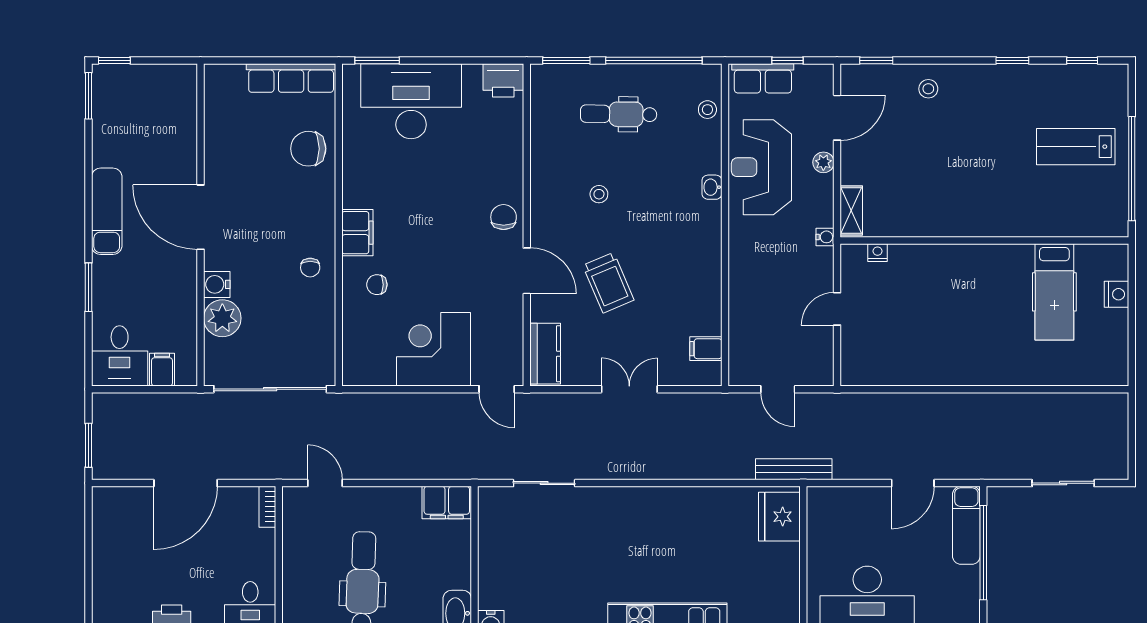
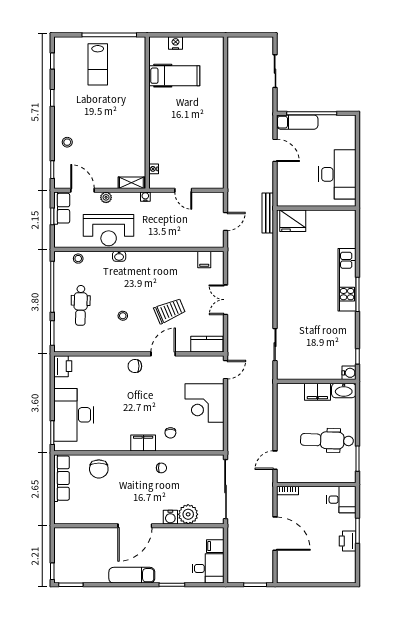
row of seats: (763, 78) -> (62, 208), moved
filing cabinet: (447, 503) -> (317, 392), moved, turned 90

